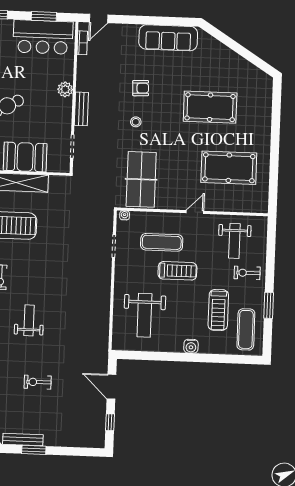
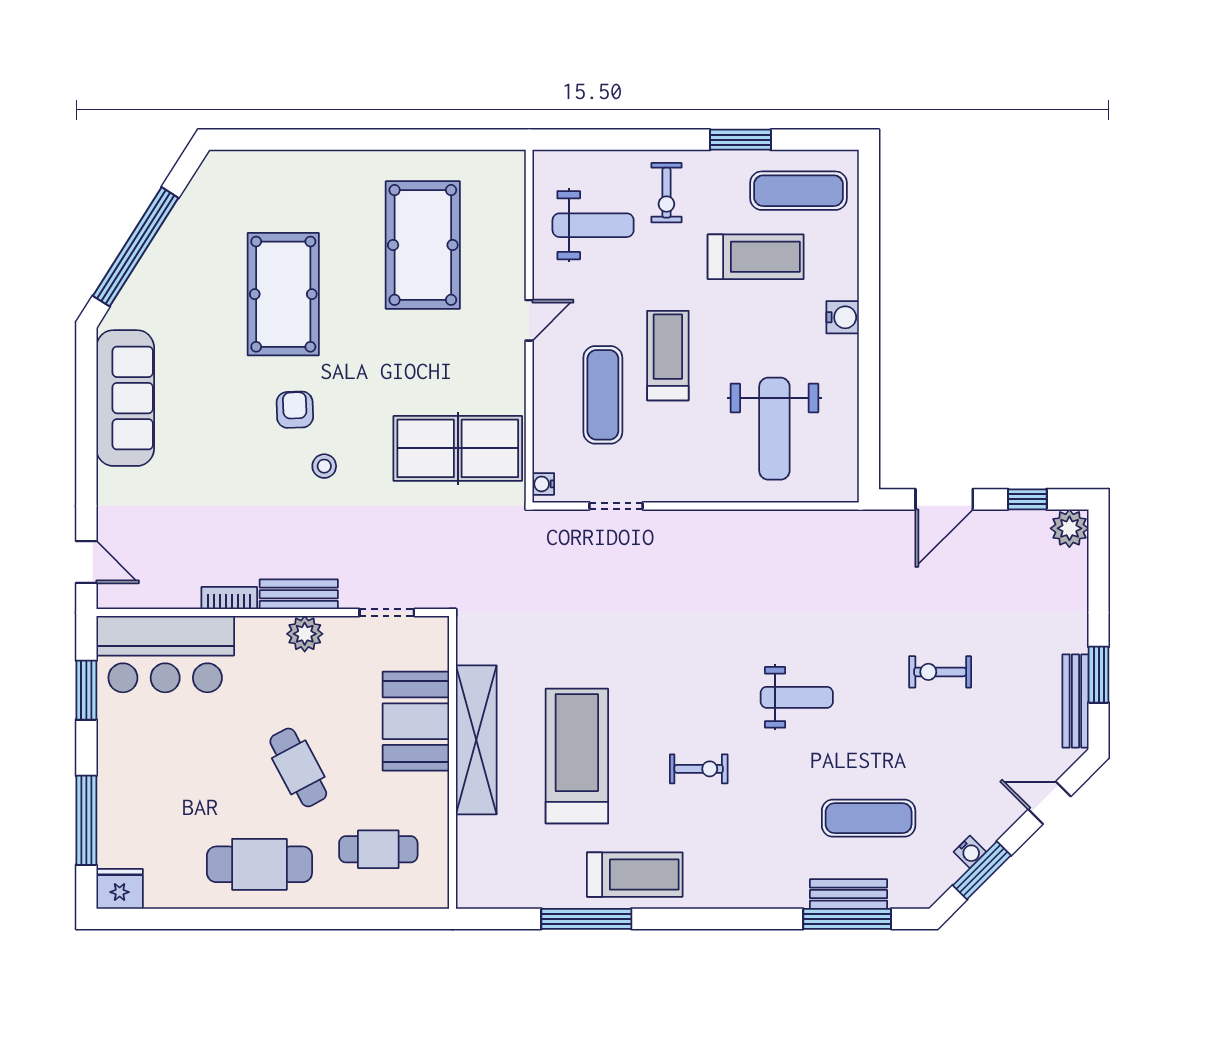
bar counter: (43, 37) -> (165, 654), moved, turned 90
bookcase: (82, 43) -> (229, 598), moved
window: (233, 45) -> (136, 247), added
armchair: (141, 88) -> (295, 410), moved
plant: (65, 89) -> (305, 634), moved
door: (195, 212) -> (529, 320), swing flipped
weight bench: (144, 315) -> (774, 429), turned 90
weight bench: (29, 320) -> (797, 697), turned 180
exercise bike: (38, 382) -> (940, 672), turned 90
plant: (97, 440) -> (1069, 528), added

